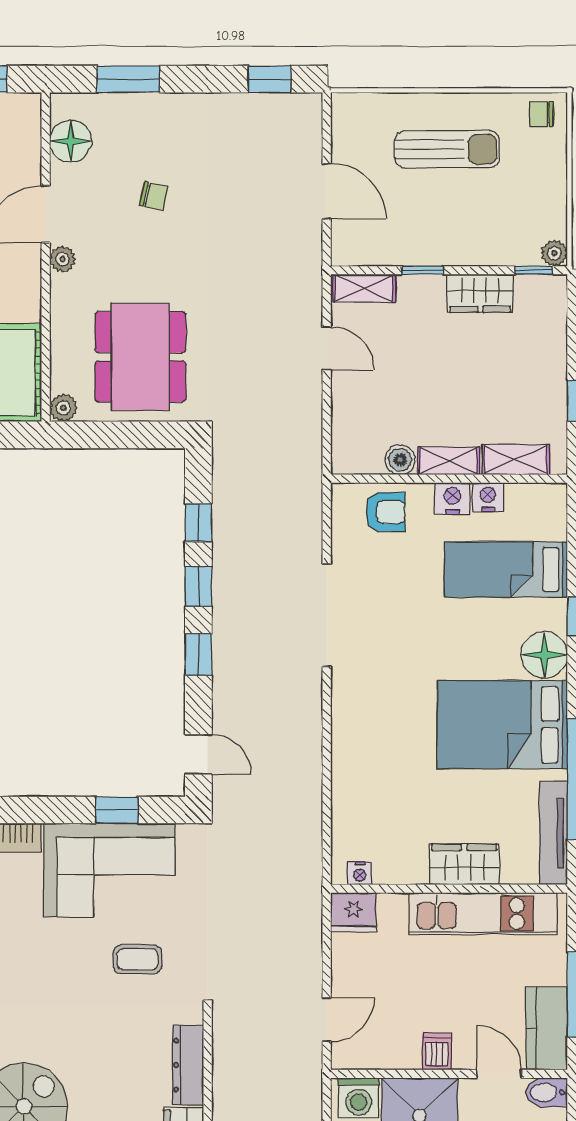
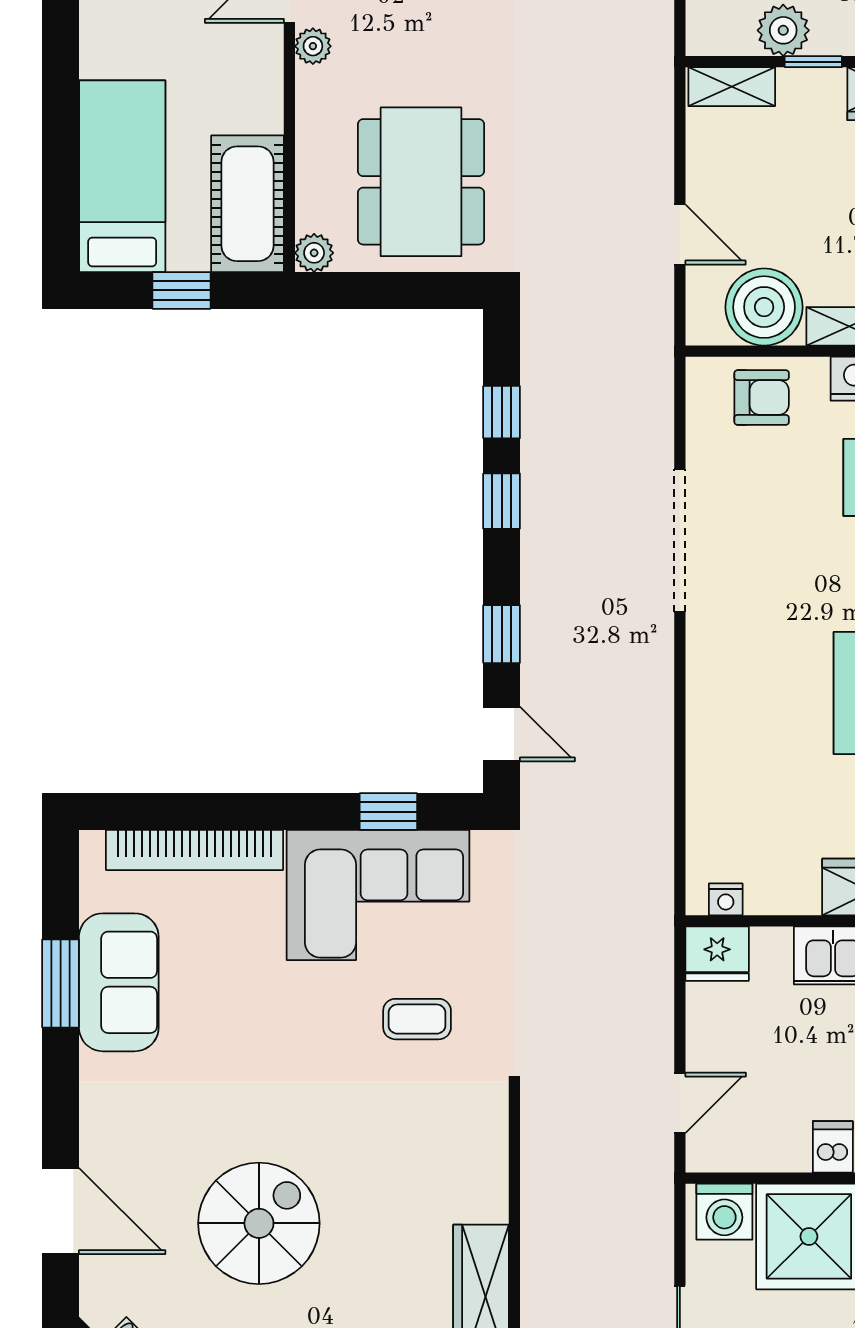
plant: (401, 248) -> (783, 30), added
door: (327, 348) -> (680, 235), moved
boiler: (400, 460) -> (764, 307), width x1.86, depth x1.86
window: (198, 655) -> (502, 634), moved
dresser: (188, 1065) -> (487, 1166), removed

